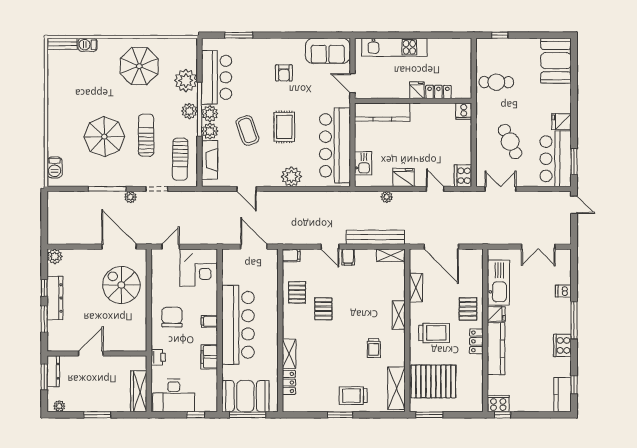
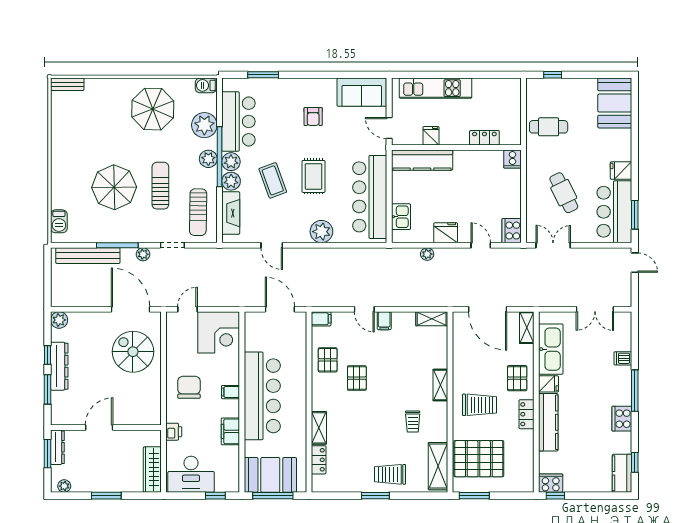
barbecue: (88, 45) -> (206, 85), moved
fridge: (417, 90) -> (431, 136), moved
bench: (375, 237) -> (88, 256), moved
shelving: (416, 288) -> (527, 328), moved

